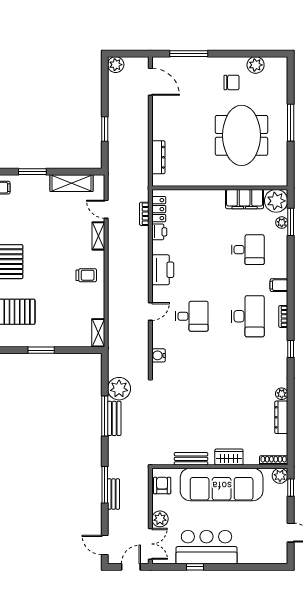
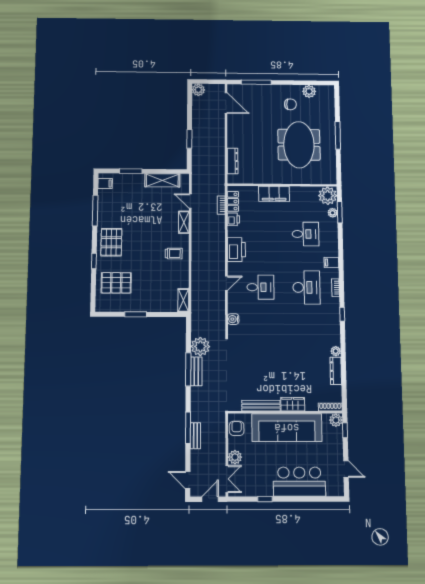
filing cabinet: (245, 199) -> (274, 194), moved
bench: (191, 459) -> (261, 406), width x1.36
bar counter: (206, 547) -> (299, 482), moved

